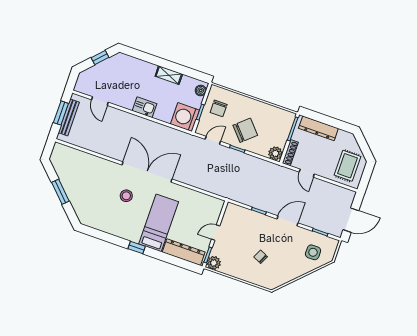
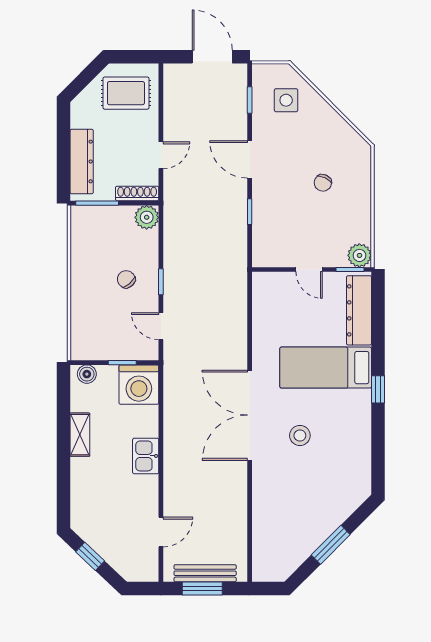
chair: (219, 108) -> (106, 335), removed
chair: (245, 130) -> (126, 279), width x0.54, depth x0.54

